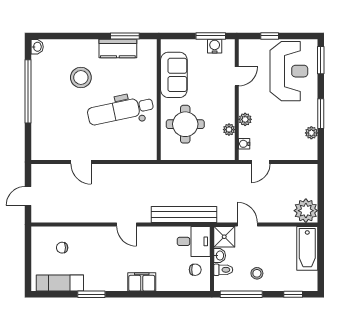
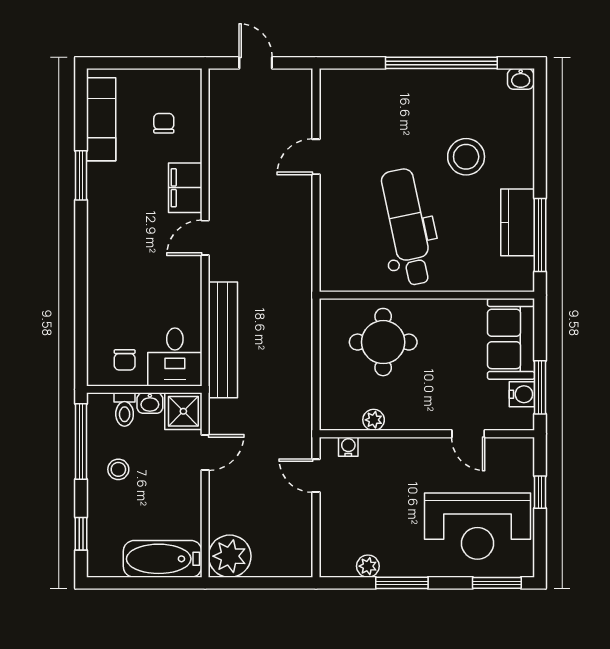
window: (125, 36) -> (540, 235), width x1.44
sofa: (174, 75) -> (511, 339), moved, turned 90
plant: (245, 119) -> (392, 449), removed
filing cabinet: (142, 282) -> (185, 188), moved, turned 180

